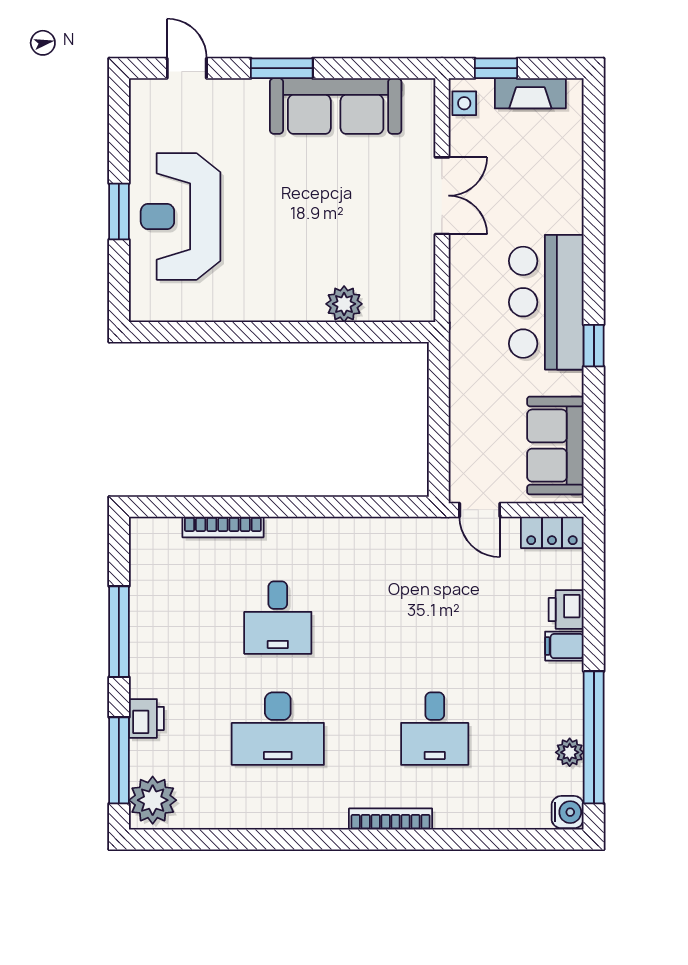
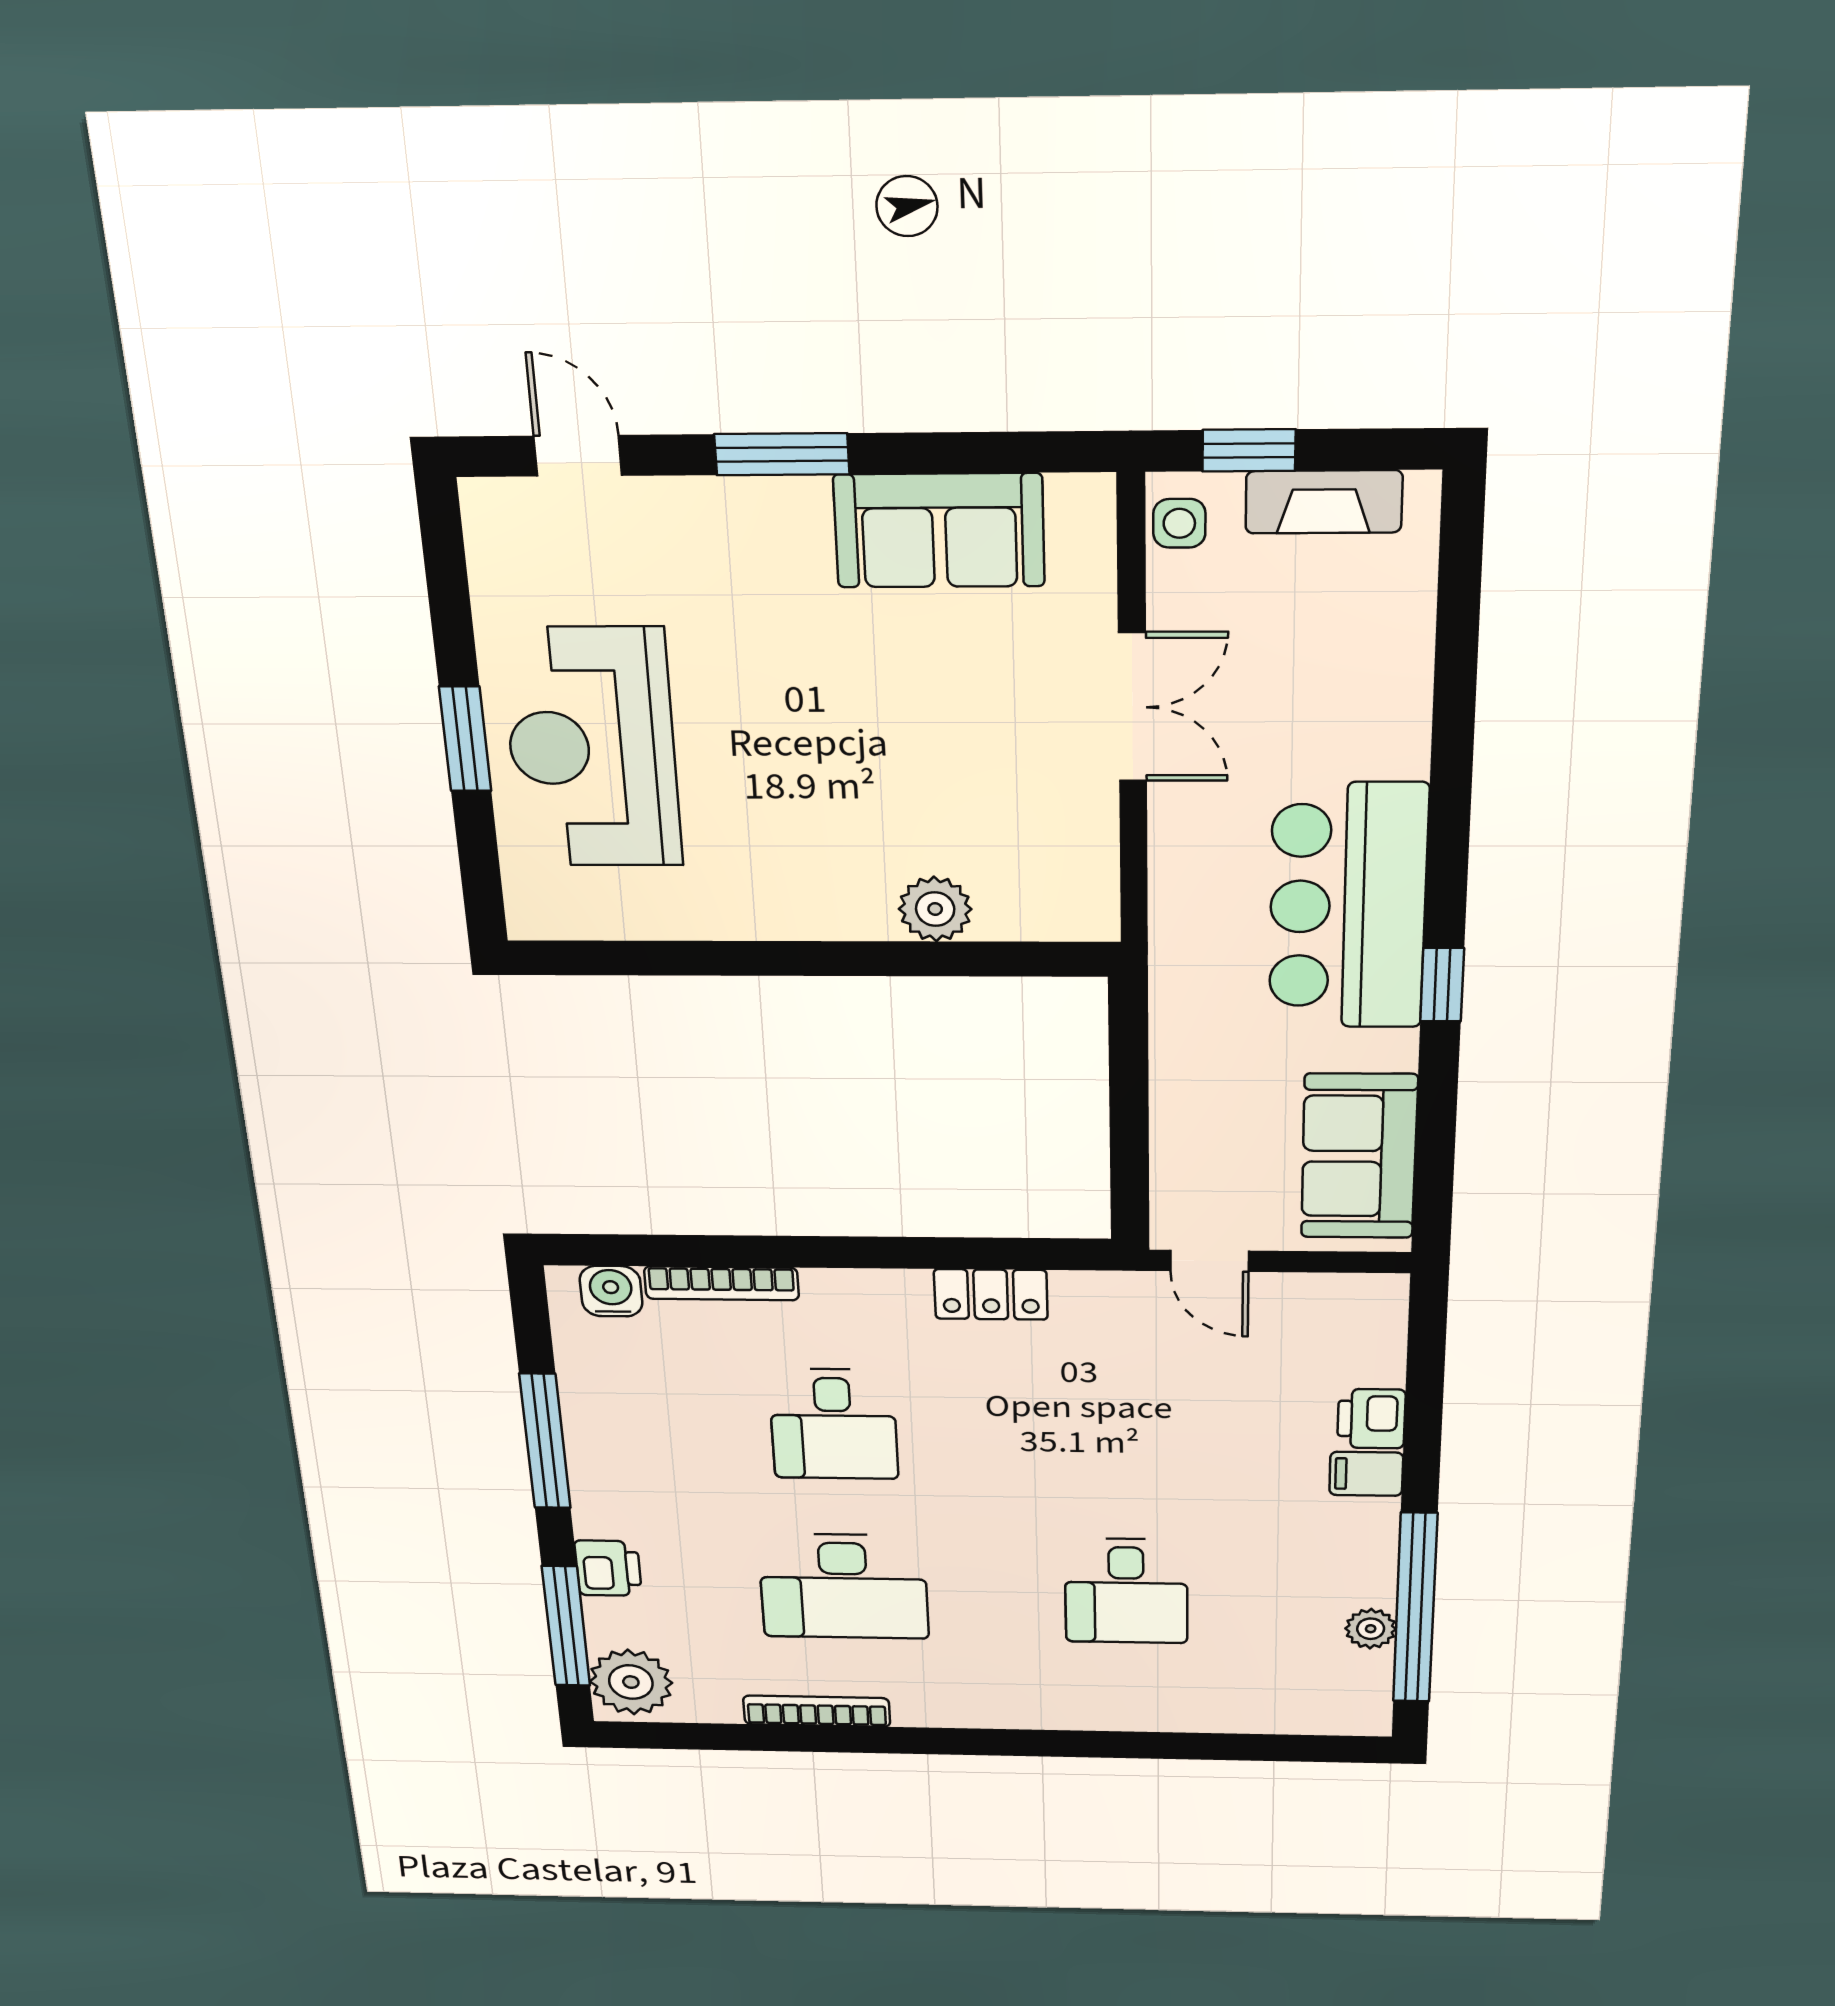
sofa: (336, 106) -> (939, 531), width x0.73
locker: (552, 532) -> (991, 1294), moved
water cooler: (568, 812) -> (611, 1291), moved, turned -90
bookcase: (391, 819) -> (817, 1711), moved

